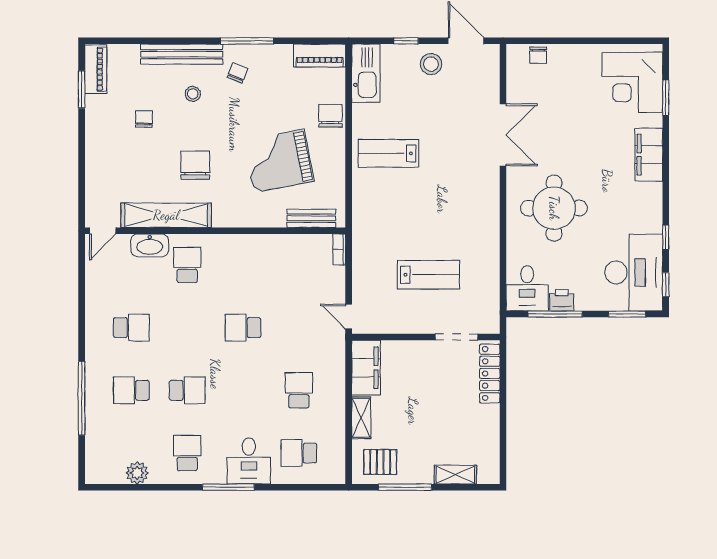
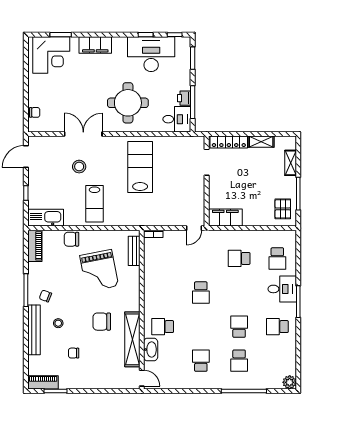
stool: (431, 64) -> (79, 167), moved
desk: (634, 273) -> (151, 54), moved
lab bench: (428, 275) -> (140, 167), moved, width x1.36, depth x1.39
shelving: (361, 418) -> (261, 142), moved
plant: (137, 473) -> (290, 382), moved

